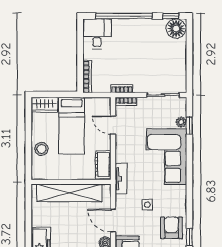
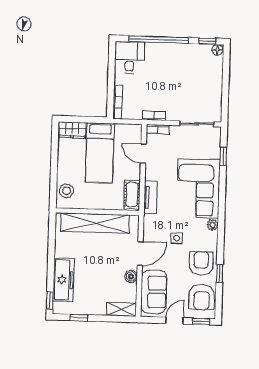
floor lamp: (176, 28) -> (217, 50), width x0.53, depth x0.53
plant: (181, 122) -> (213, 225), moved
stool: (41, 149) -> (66, 191), moved
tv unit: (121, 179) -> (150, 197), moved
door: (113, 221) -> (140, 254), swing flipped

